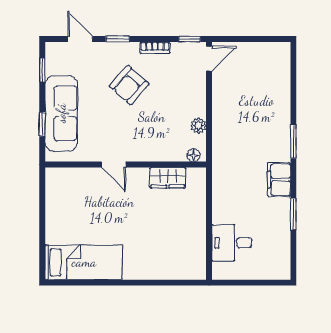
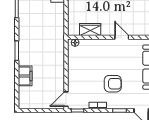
armchair: (129, 85) -> (113, 84), turned 48
plant: (198, 126) -> (72, 60), removed
filing cabinet: (279, 180) -> (25, 76), moved

